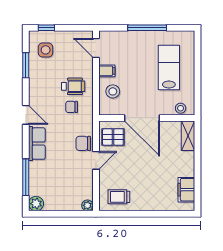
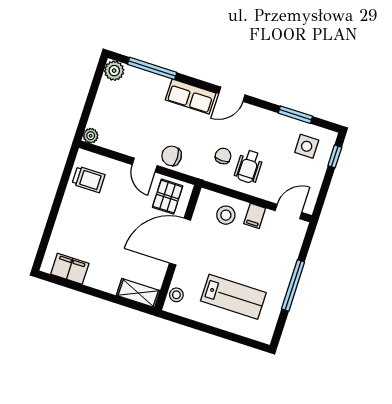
chair: (83, 143) -> (172, 156), turned -90
trolley: (119, 197) -> (89, 179), turned 90

